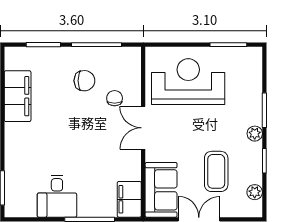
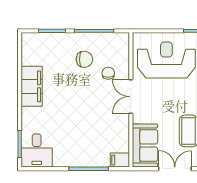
filing cabinet: (18, 96) -> (32, 86), moved
desk: (57, 196) -> (37, 151), moved
filing cabinet: (129, 199) -> (120, 160), width x0.50

